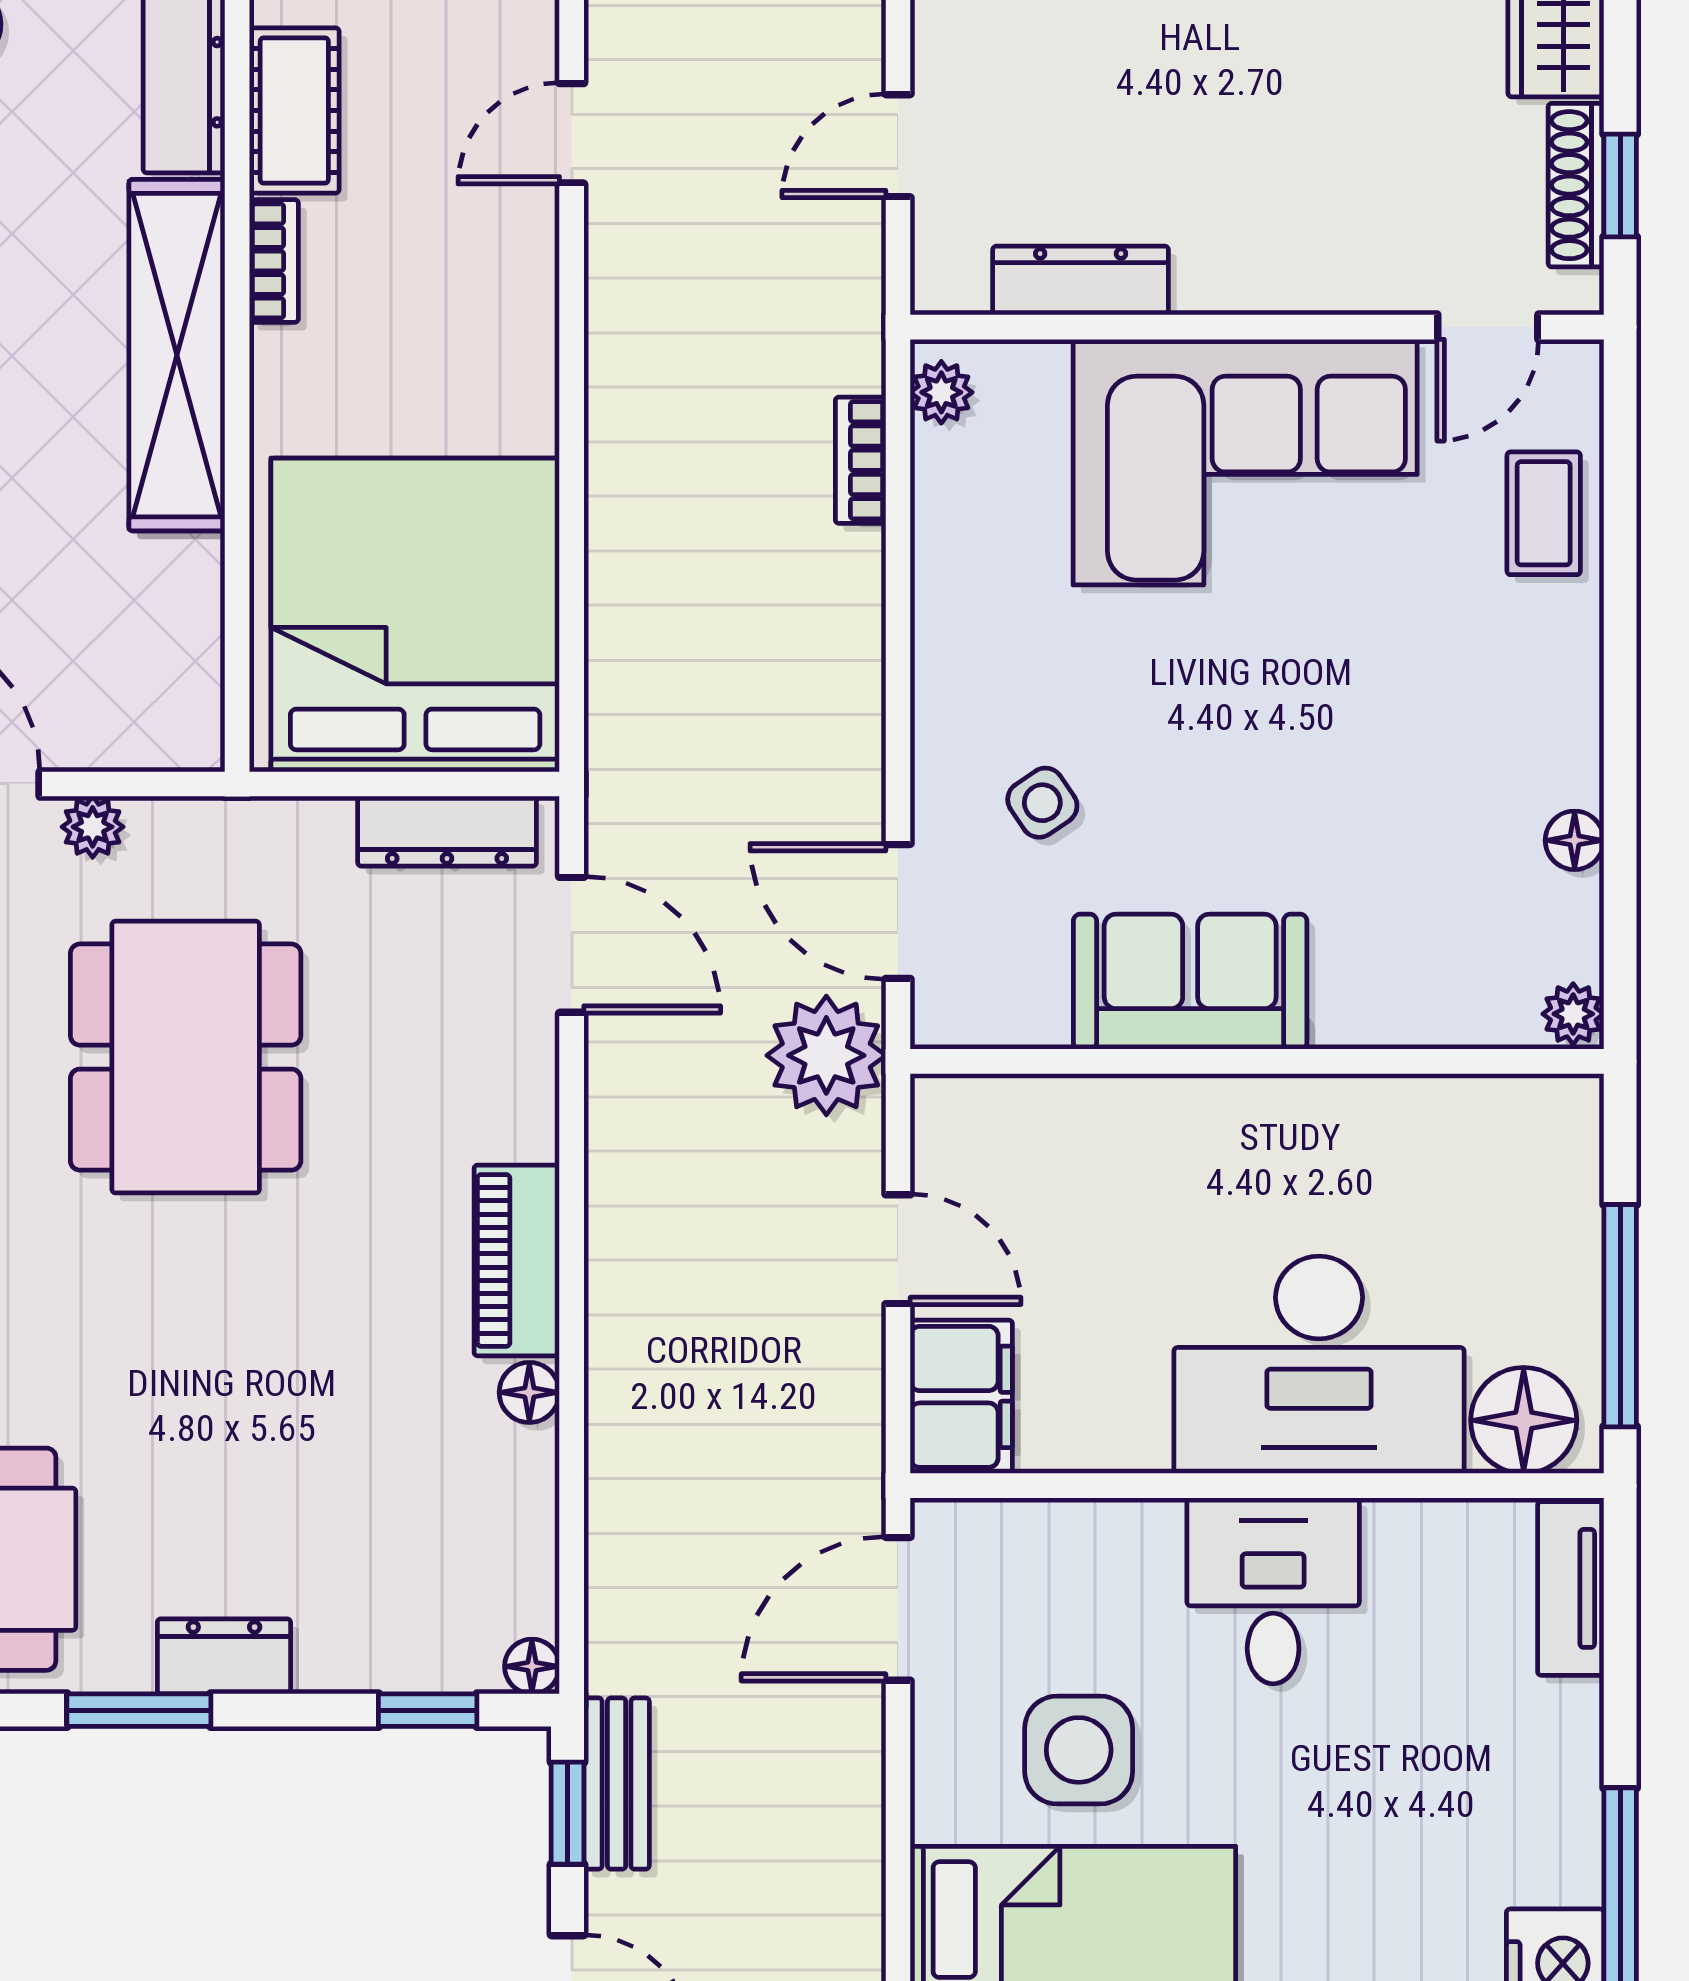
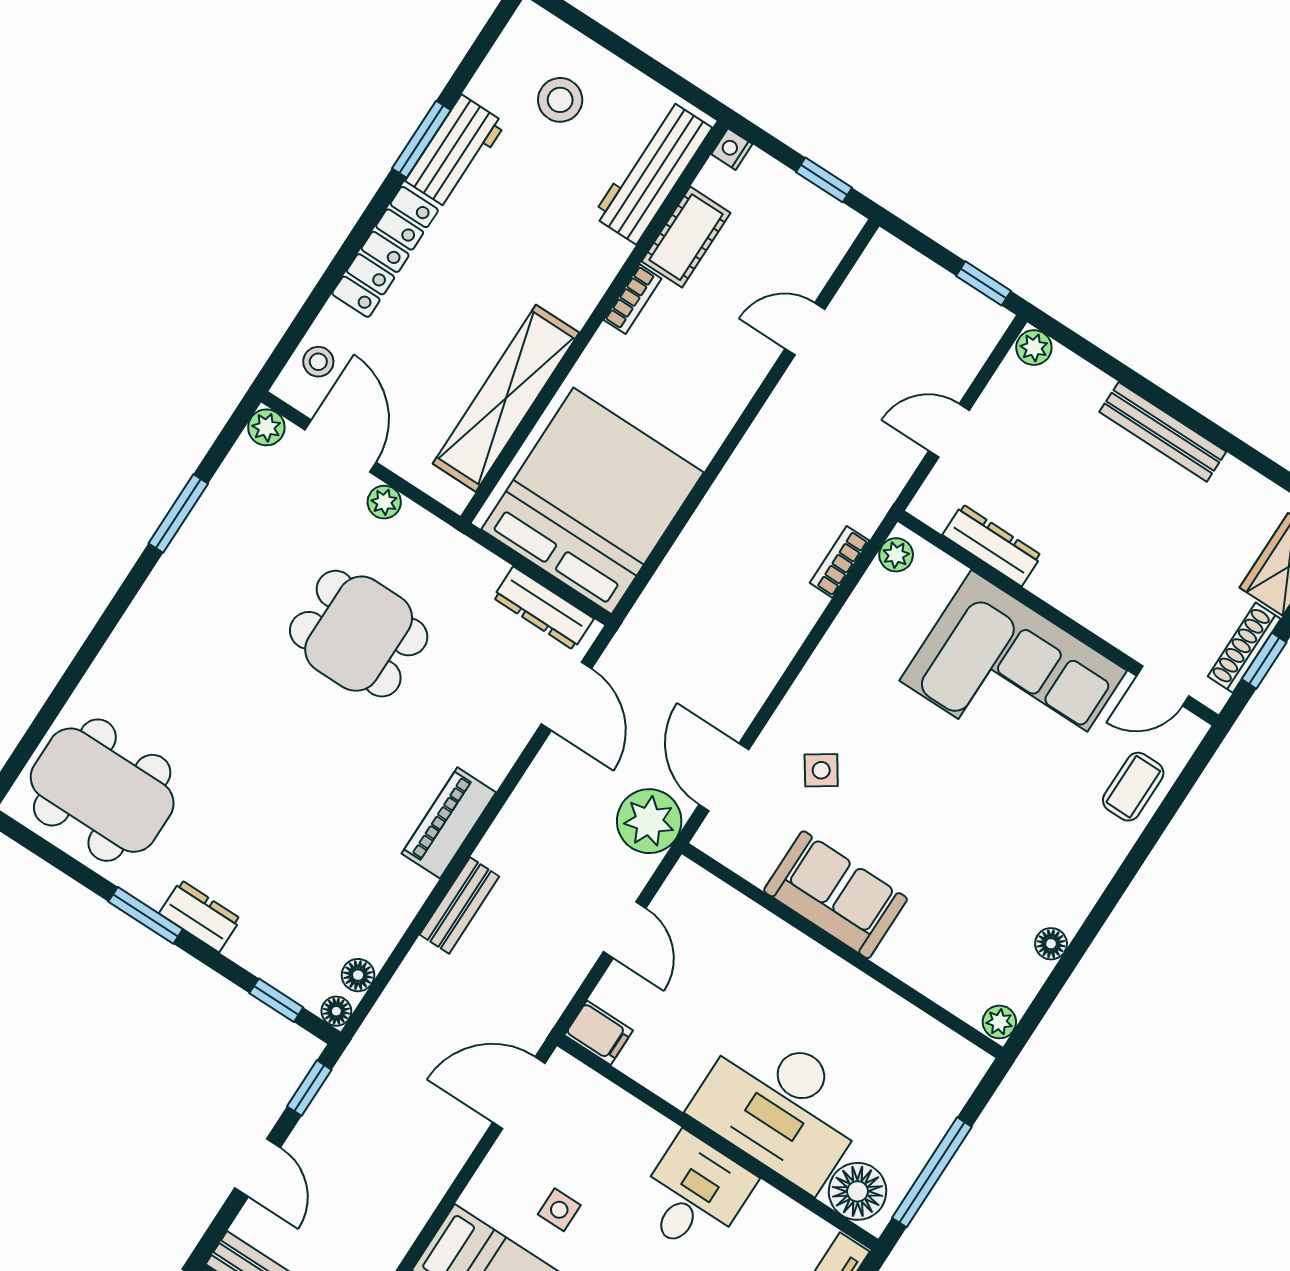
shelving: (177, 355) -> (506, 398), moved
dining table: (186, 1057) -> (359, 634), width x0.73
floor lamp: (529, 1392) -> (358, 975), moved
filing cabinet: (961, 1397) -> (599, 1033), width x0.50
side table: (1079, 1750) -> (559, 1210), width x0.54, depth x0.54
bench: (617, 1784) -> (459, 905), moved

